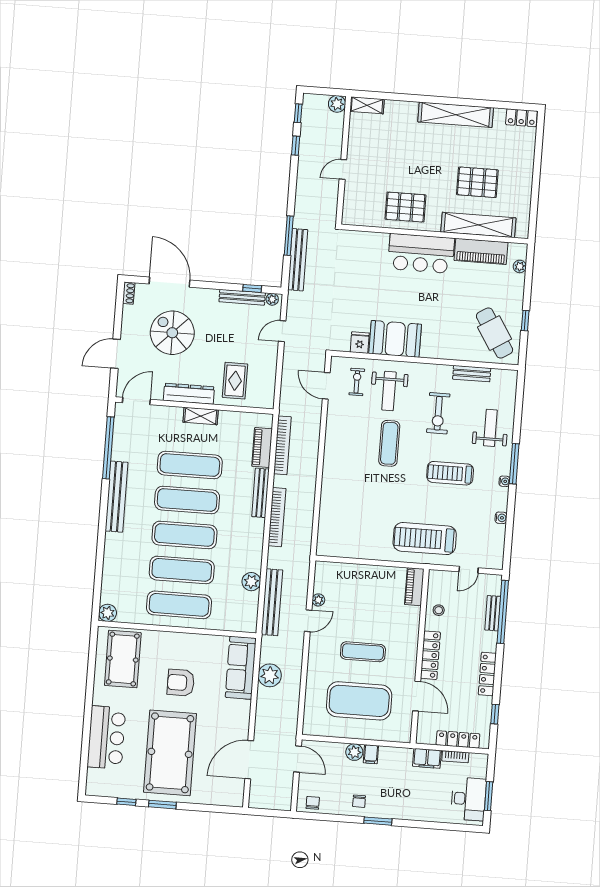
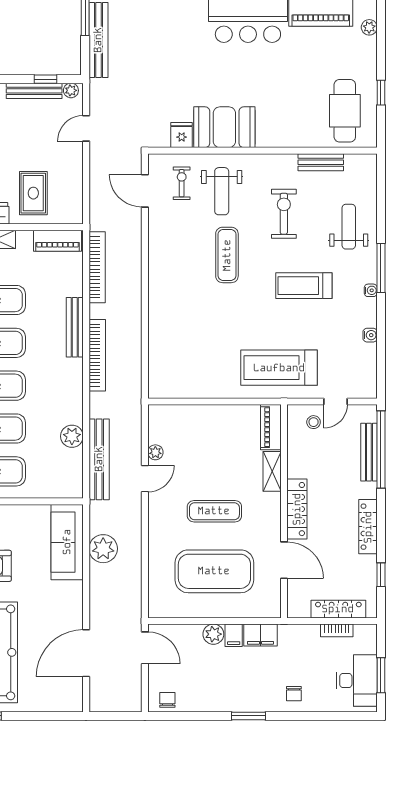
cafe table: (495, 333) -> (345, 111), turned 32
exercise bike: (438, 413) -> (284, 214), turned 180
piano: (262, 447) -> (57, 241), moved, turned -90
stool: (439, 610) -> (314, 422), moved
bench: (493, 613) -> (369, 452), width x1.36
shelving: (412, 623) -> (272, 471), added
filing cabinet: (427, 758) -> (260, 635), moved
chair: (359, 801) -> (294, 694), moved

